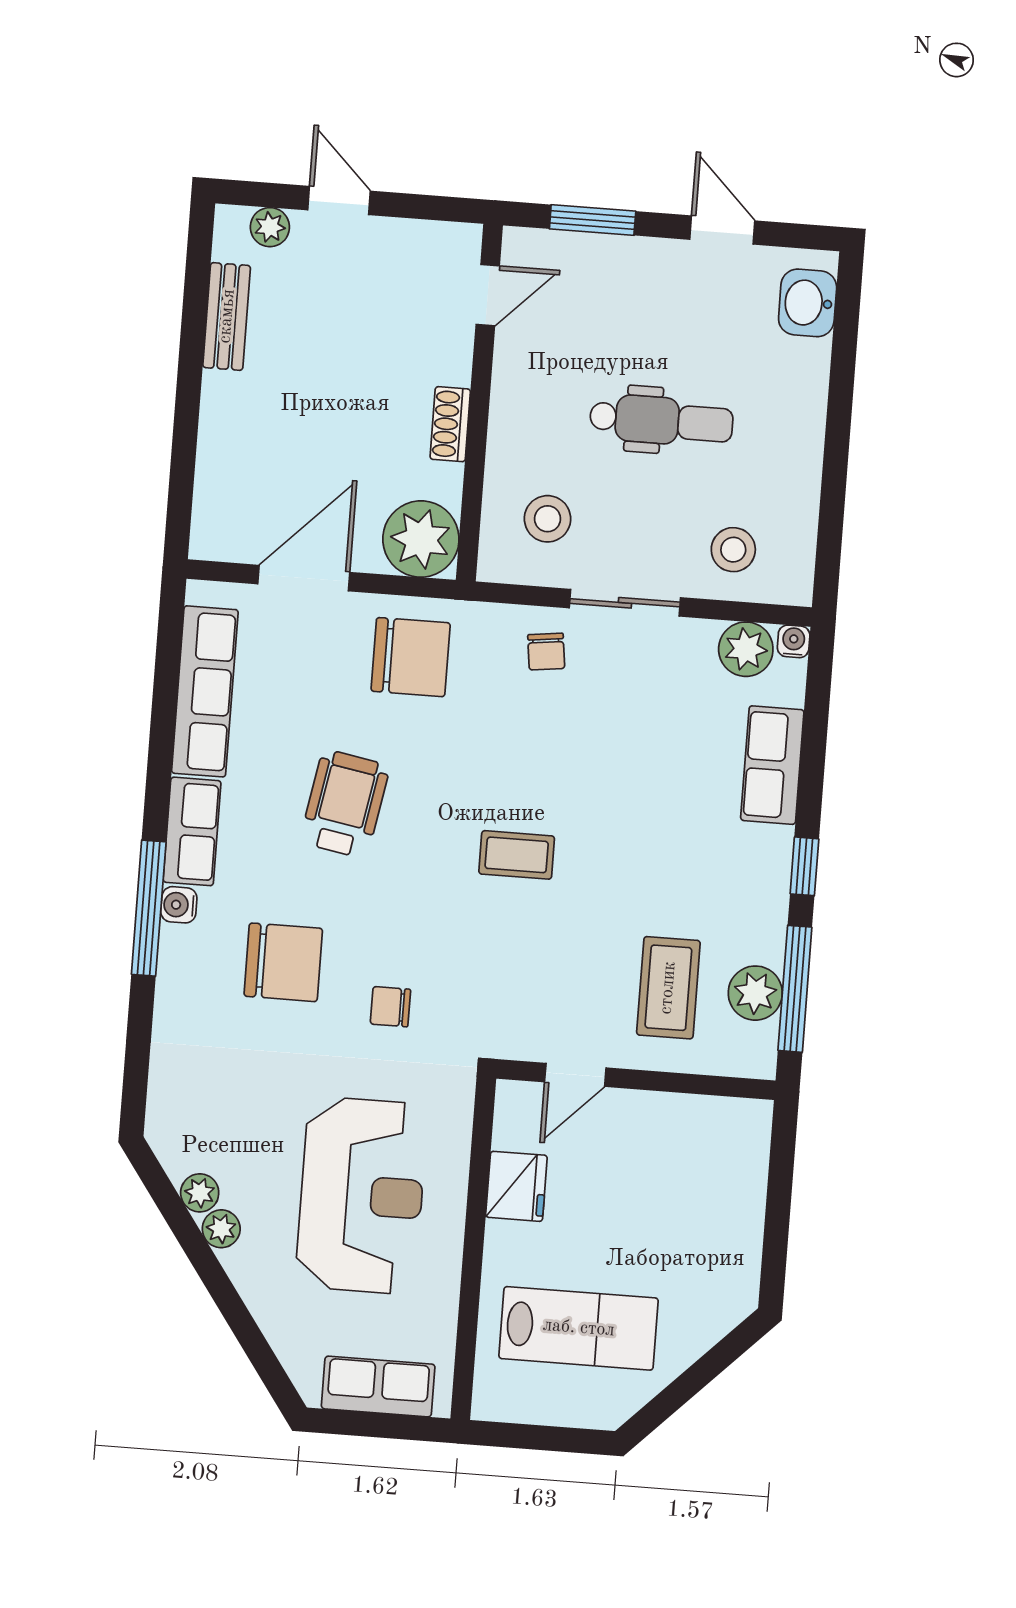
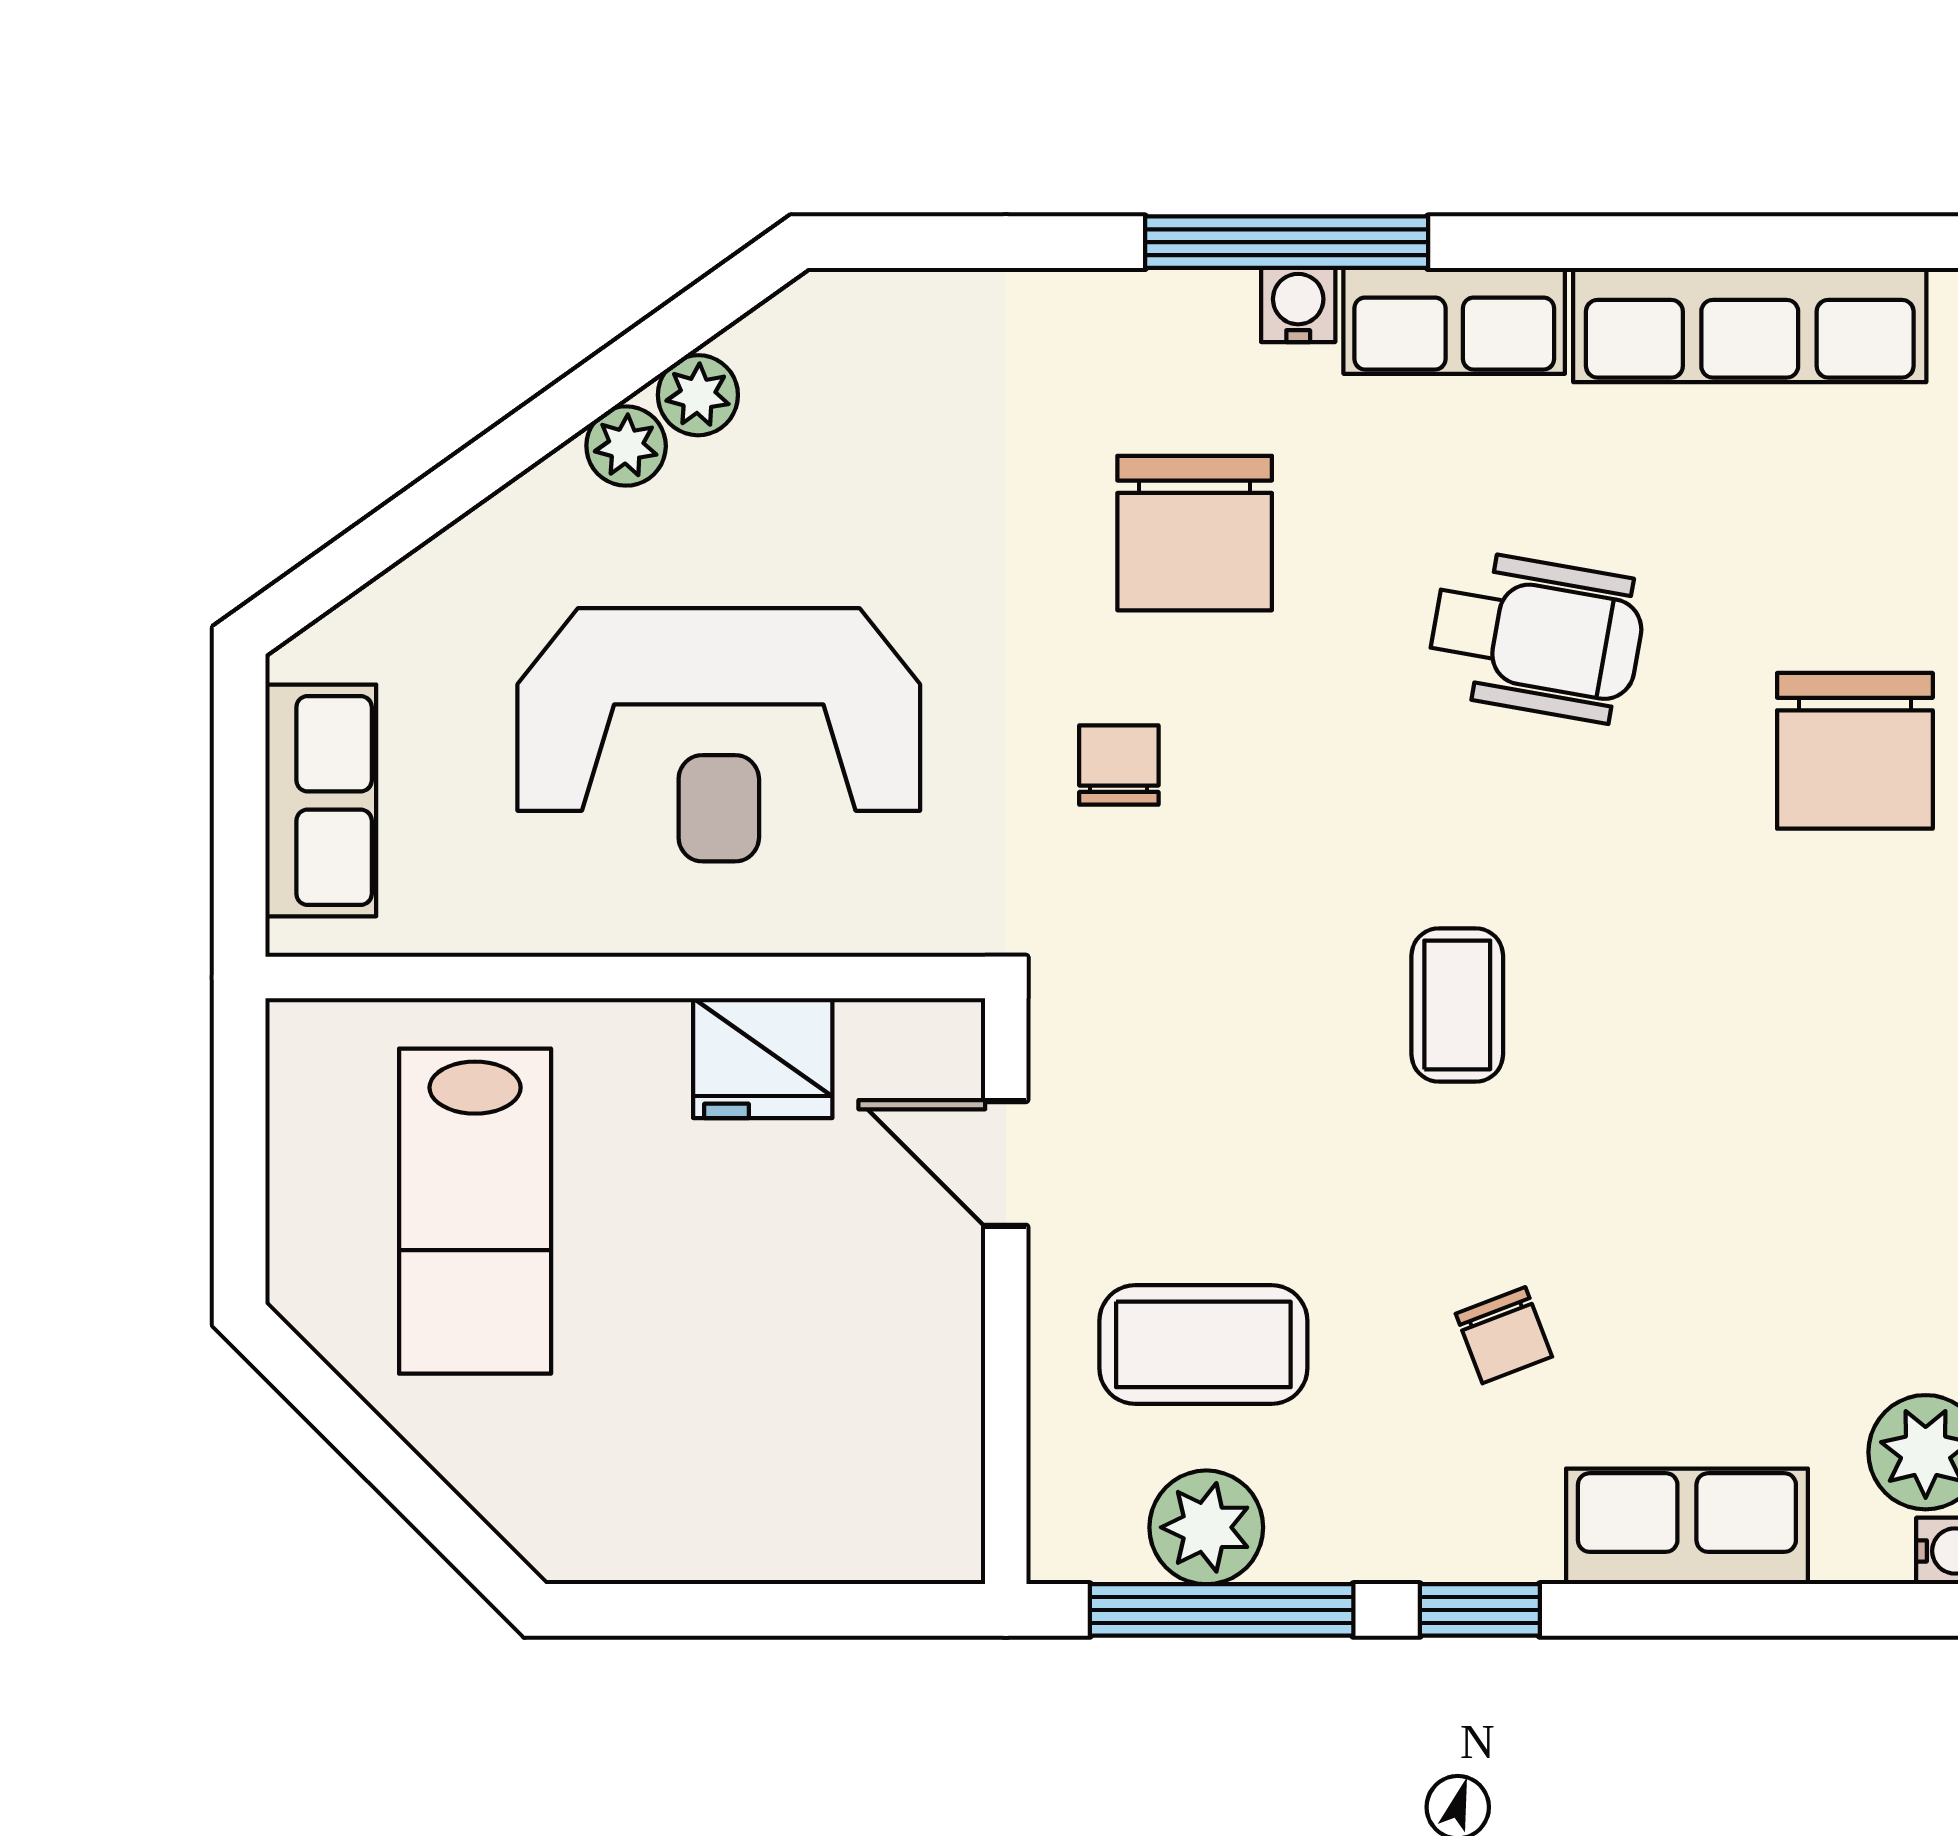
chair: (546, 652) -> (1504, 1335), moved, turned -104

